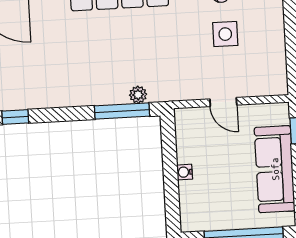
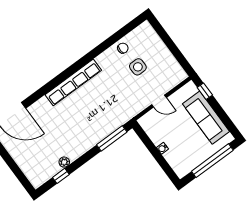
plant: (138, 95) -> (64, 162), moved

